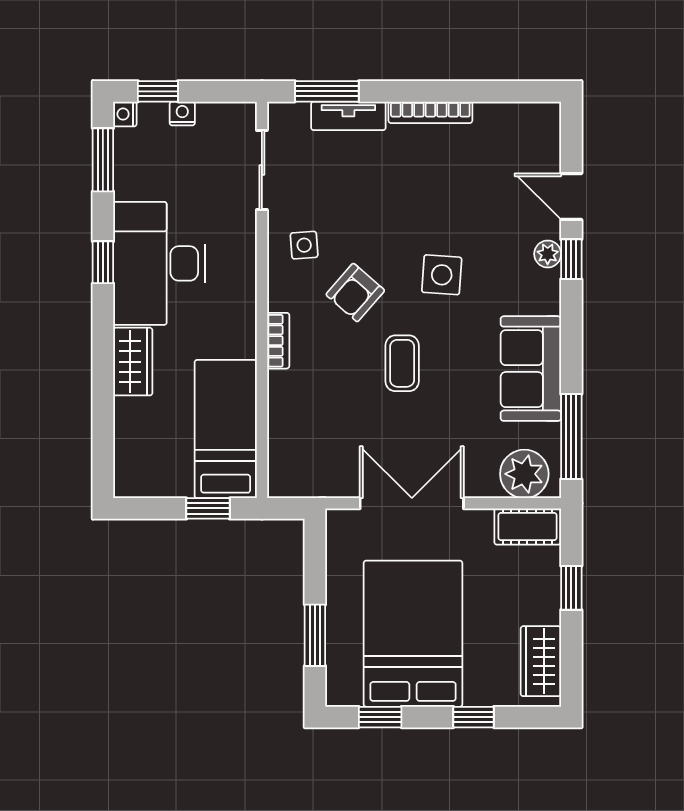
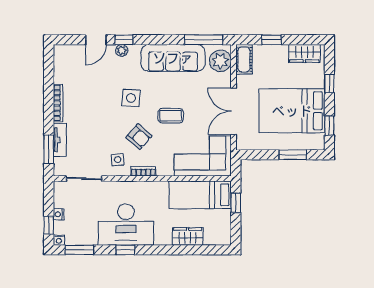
bookcase: (278, 341) -> (143, 171), moved
wardrobe: (133, 362) -> (188, 236), moved
sofa: (531, 369) -> (173, 58), width x1.36
corner sofa: (312, 435) -> (203, 156), added

